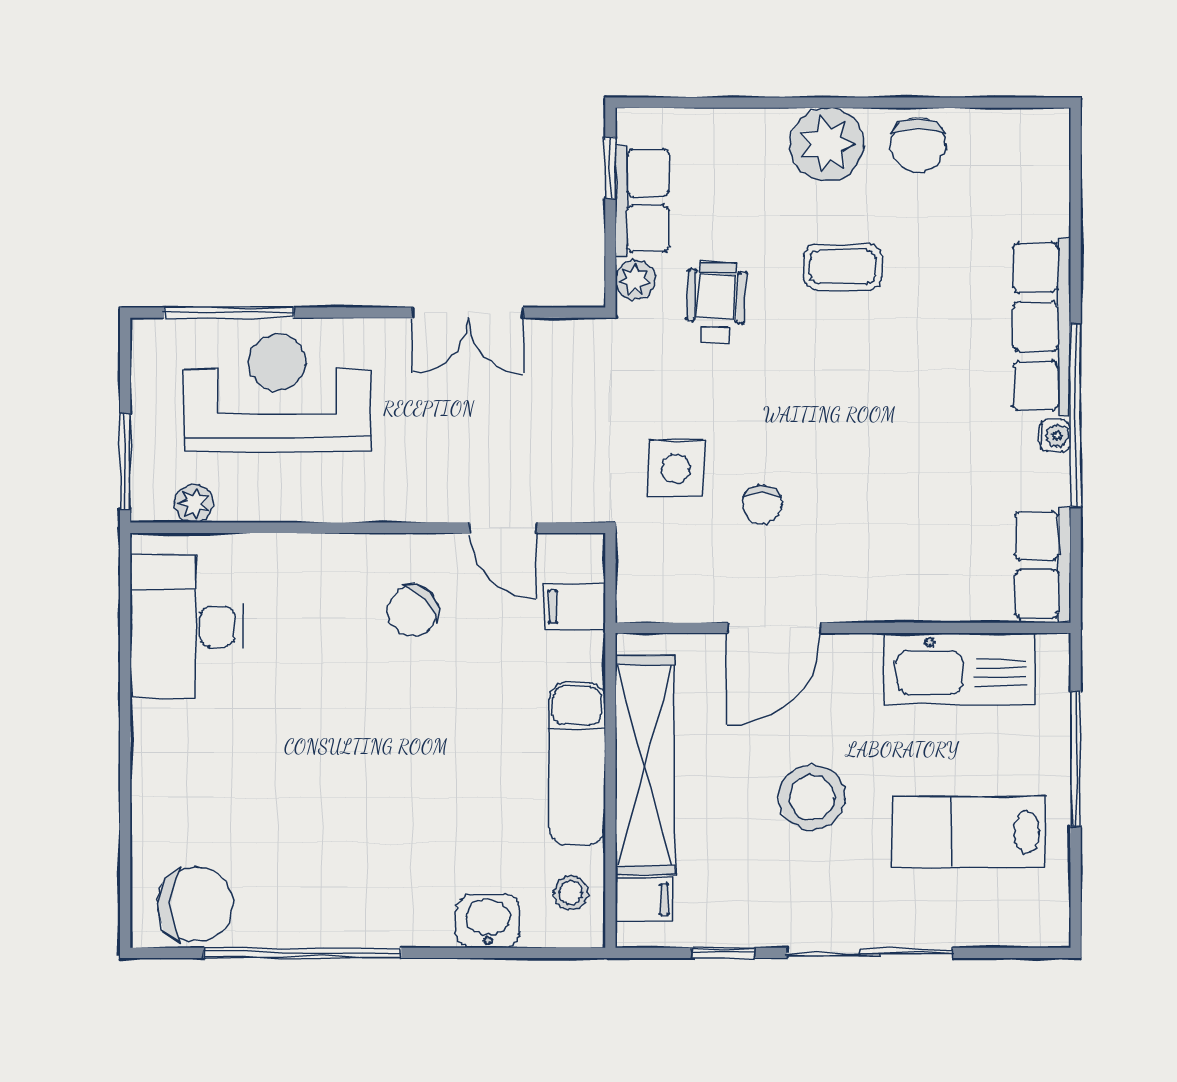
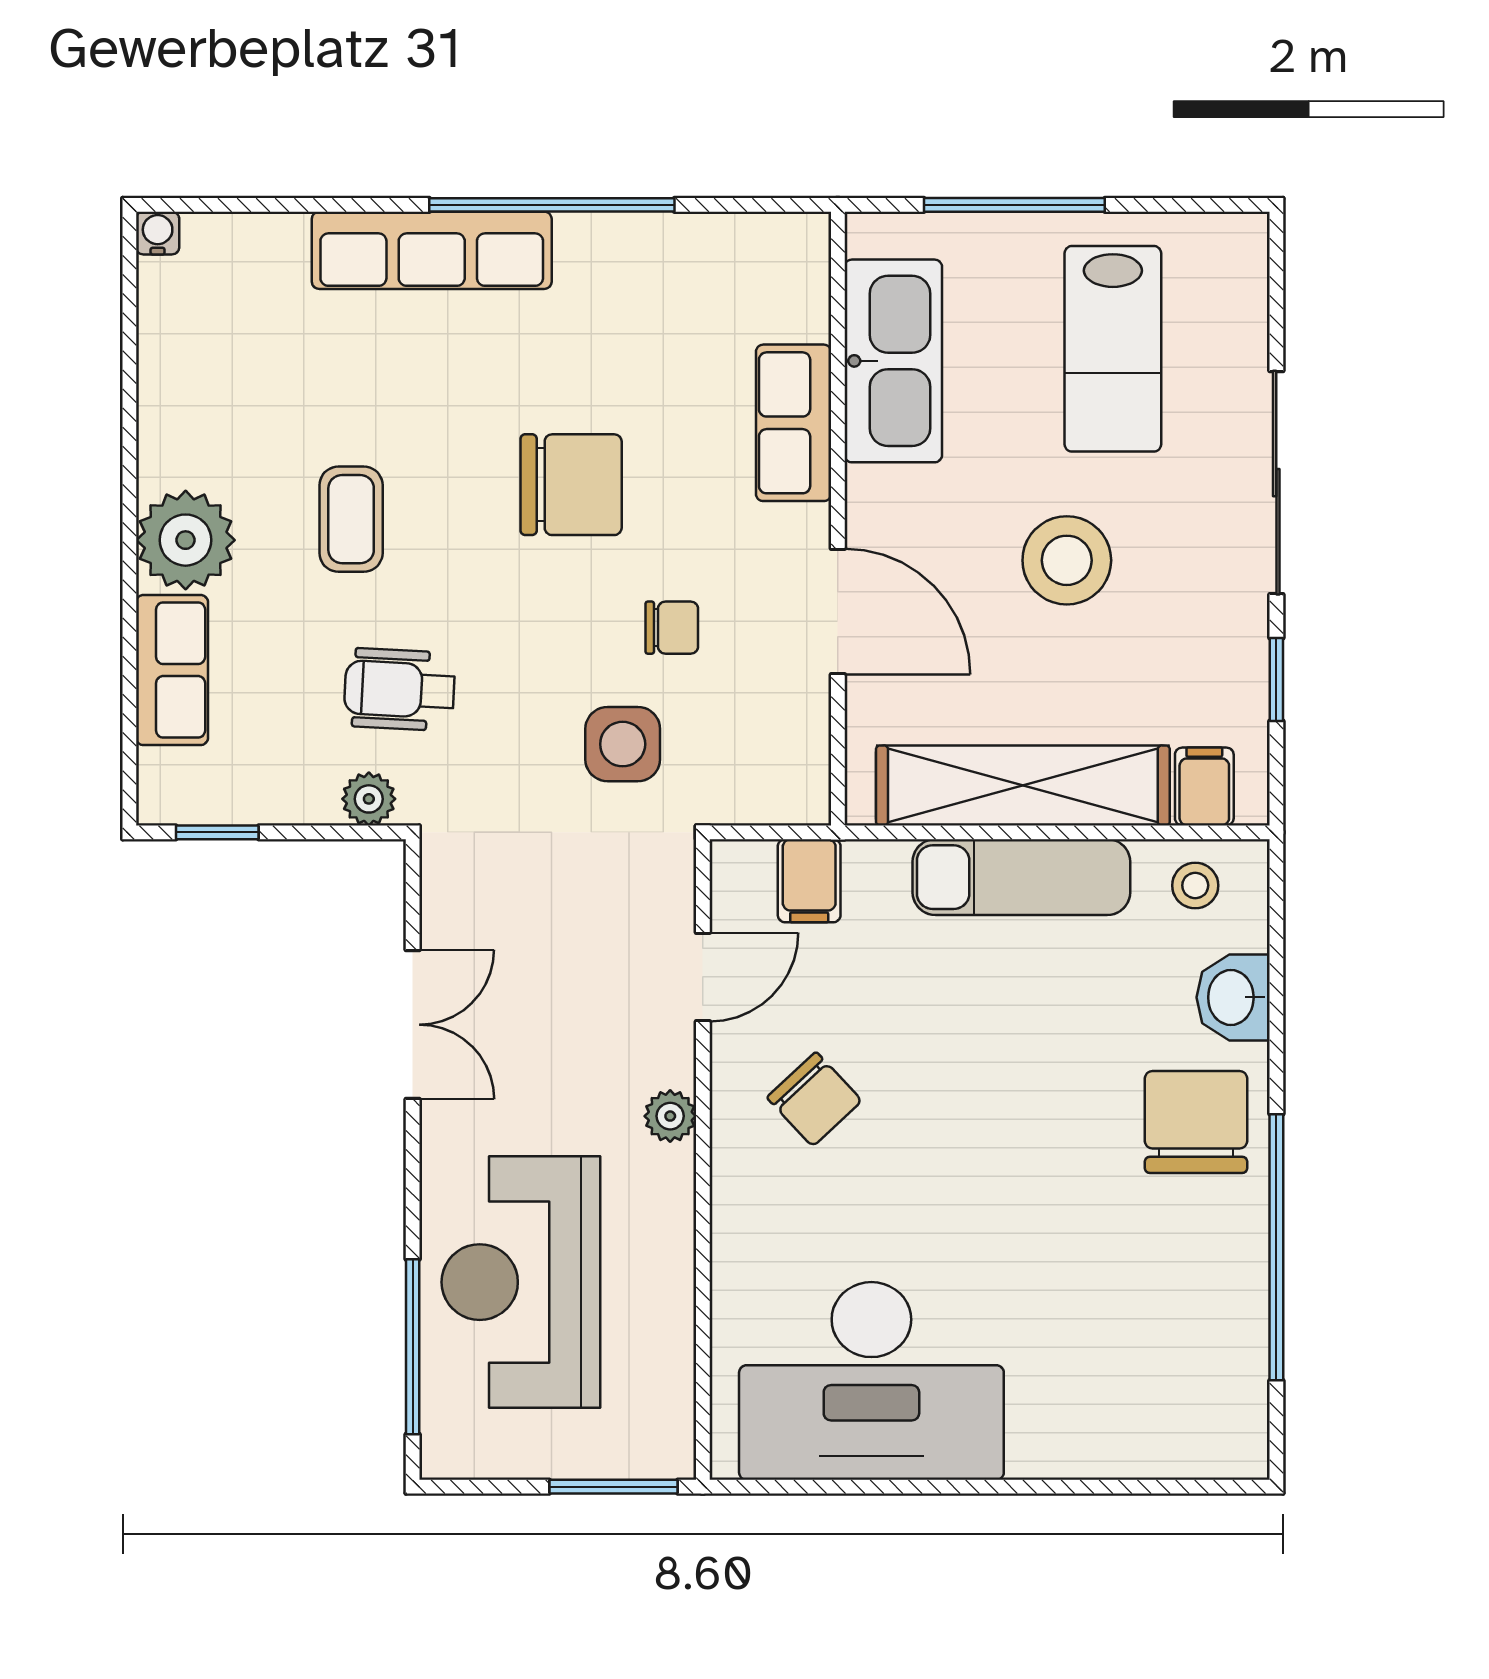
chair: (918, 145) -> (571, 485), moved, width x1.37, depth x1.37
row of seats: (642, 201) -> (172, 670), moved, turned 90
water cooler: (1055, 436) -> (158, 233), moved
plant: (194, 504) -> (670, 1116), moved
row of seats: (1043, 565) -> (794, 423), moved, turned 90
desk: (187, 627) -> (871, 1381), width x1.36, depth x1.30
chair: (195, 905) -> (1196, 1122), moved

